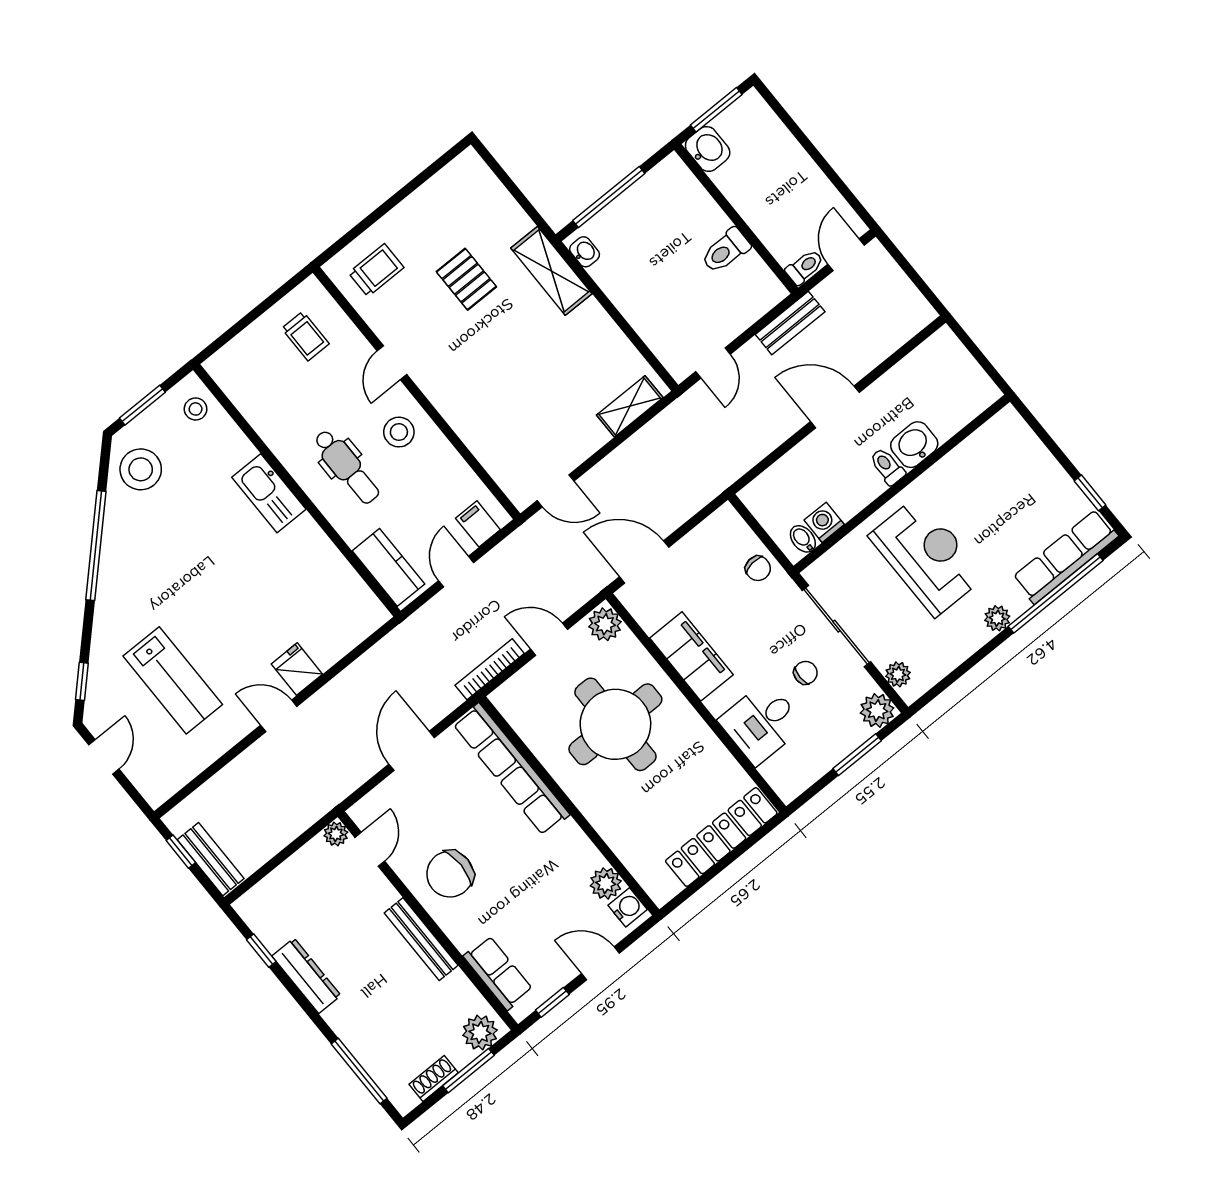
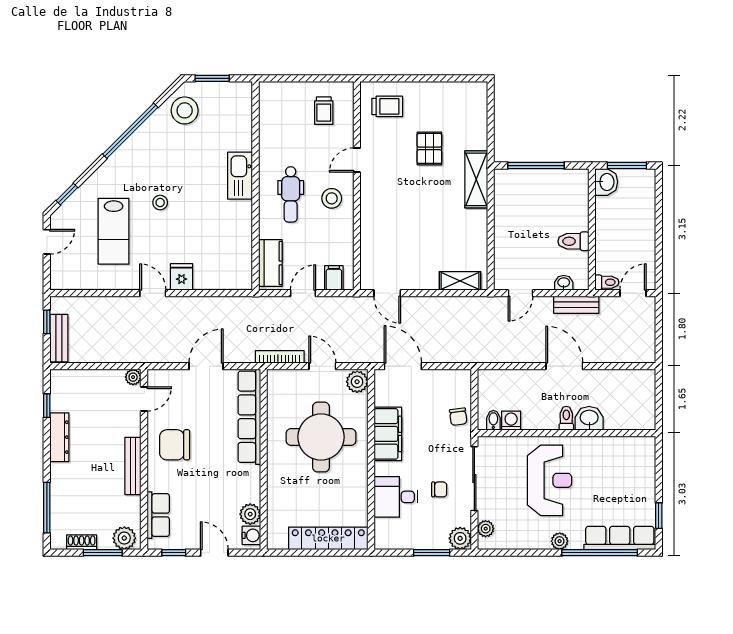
washbasin: (585, 252) -> (564, 283), moved, turned -90
stool: (196, 409) -> (160, 203), moved

